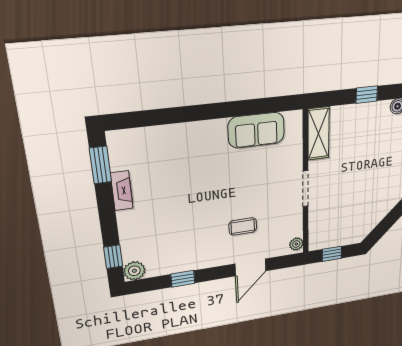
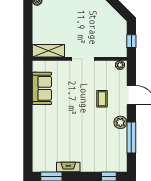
window: (367, 95) -> (28, 21), removed
plant: (134, 271) -> (120, 122), moved
window: (183, 279) -> (131, 138), width x2.17

